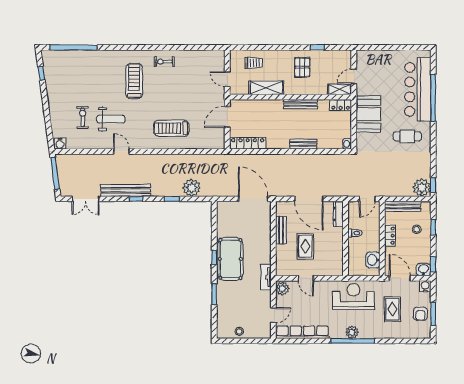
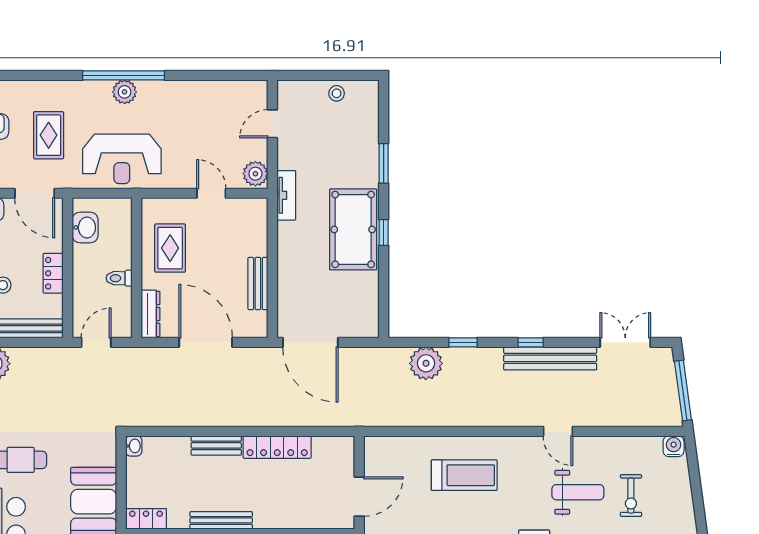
weight bench: (111, 119) -> (578, 492), turned 180
locker: (248, 143) -> (277, 447), moved
rug: (305, 246) -> (170, 248), moved
row of seats: (302, 332) -> (218, 92), removed

